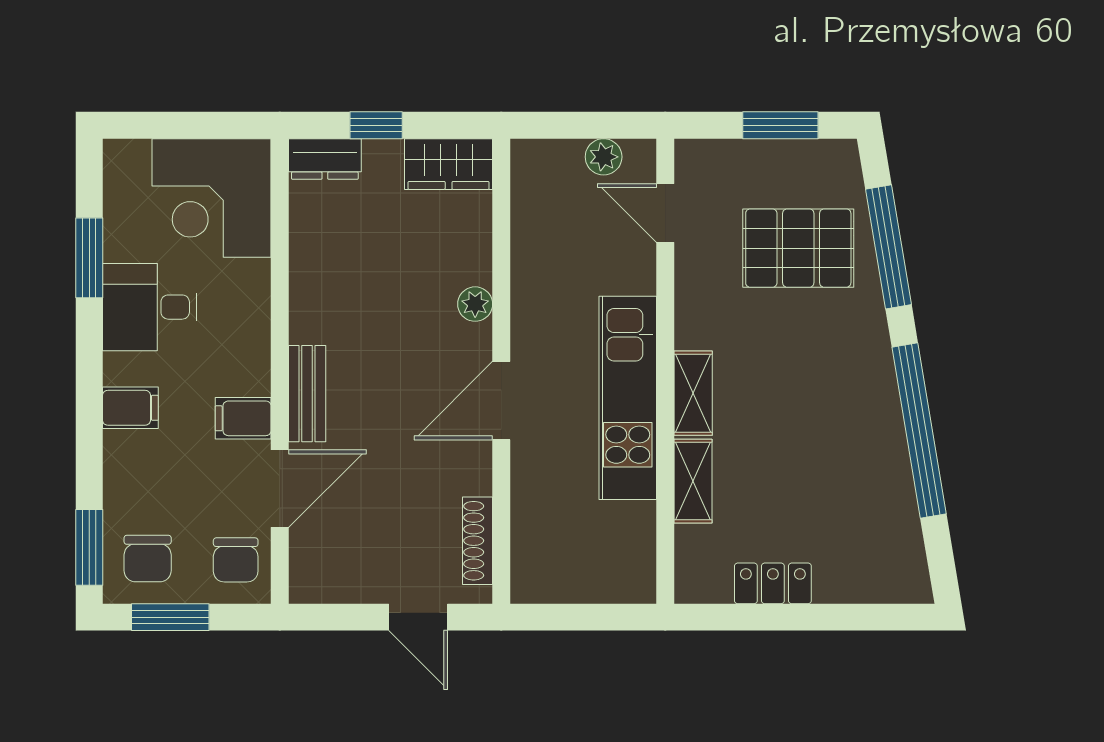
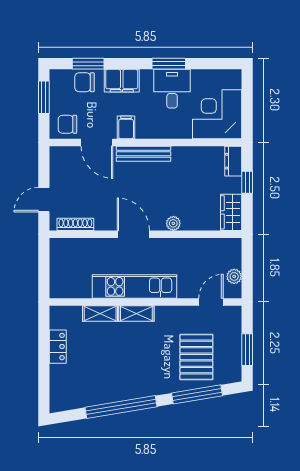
window: (89, 258) -> (169, 64), moved
bench: (307, 394) -> (143, 154), width x1.36
filing cabinet: (130, 408) -> (122, 81), width x2.00
window: (89, 547) -> (88, 64), moved
chair: (148, 559) -> (84, 82), moved

